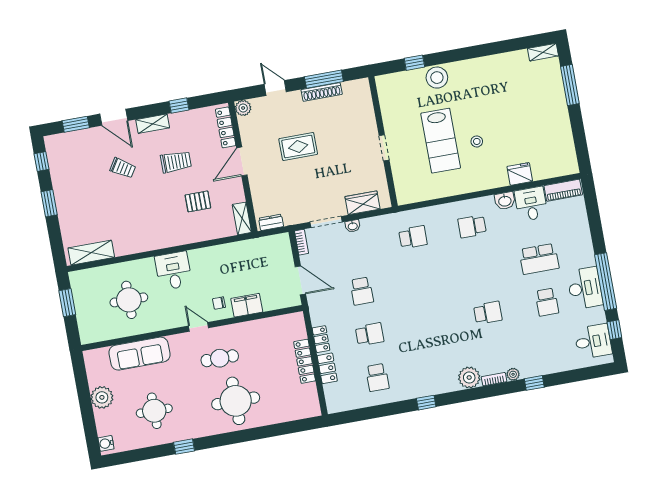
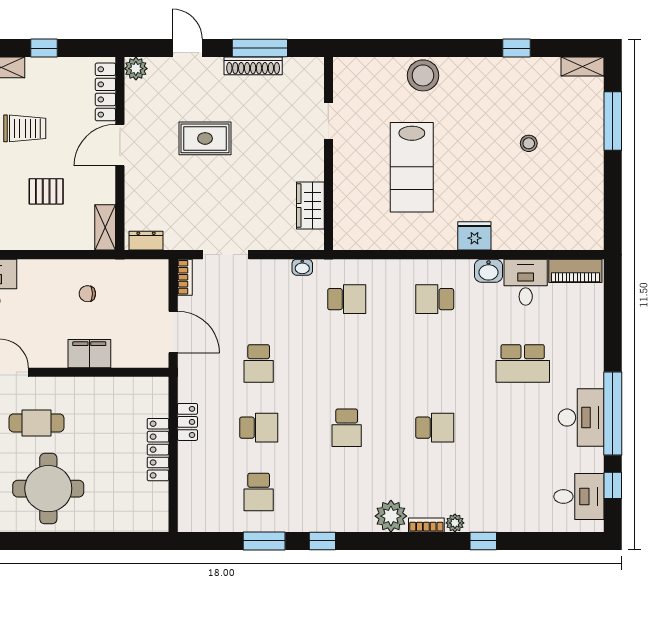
window: (414, 63) -> (517, 48), moved
stool: (477, 141) -> (529, 143), moved
doorway: (384, 148) -> (328, 121), moved
fridge: (520, 174) -> (474, 236), moved
wardrobe: (362, 203) -> (310, 205), moved, turned -90
washbasin: (353, 226) -> (302, 267), moved
school desk: (547, 302) -> (347, 428), moved
chair: (219, 303) -> (87, 294), moved
locker: (327, 368) -> (189, 466), removed
window: (387, 410) -> (264, 541), added

